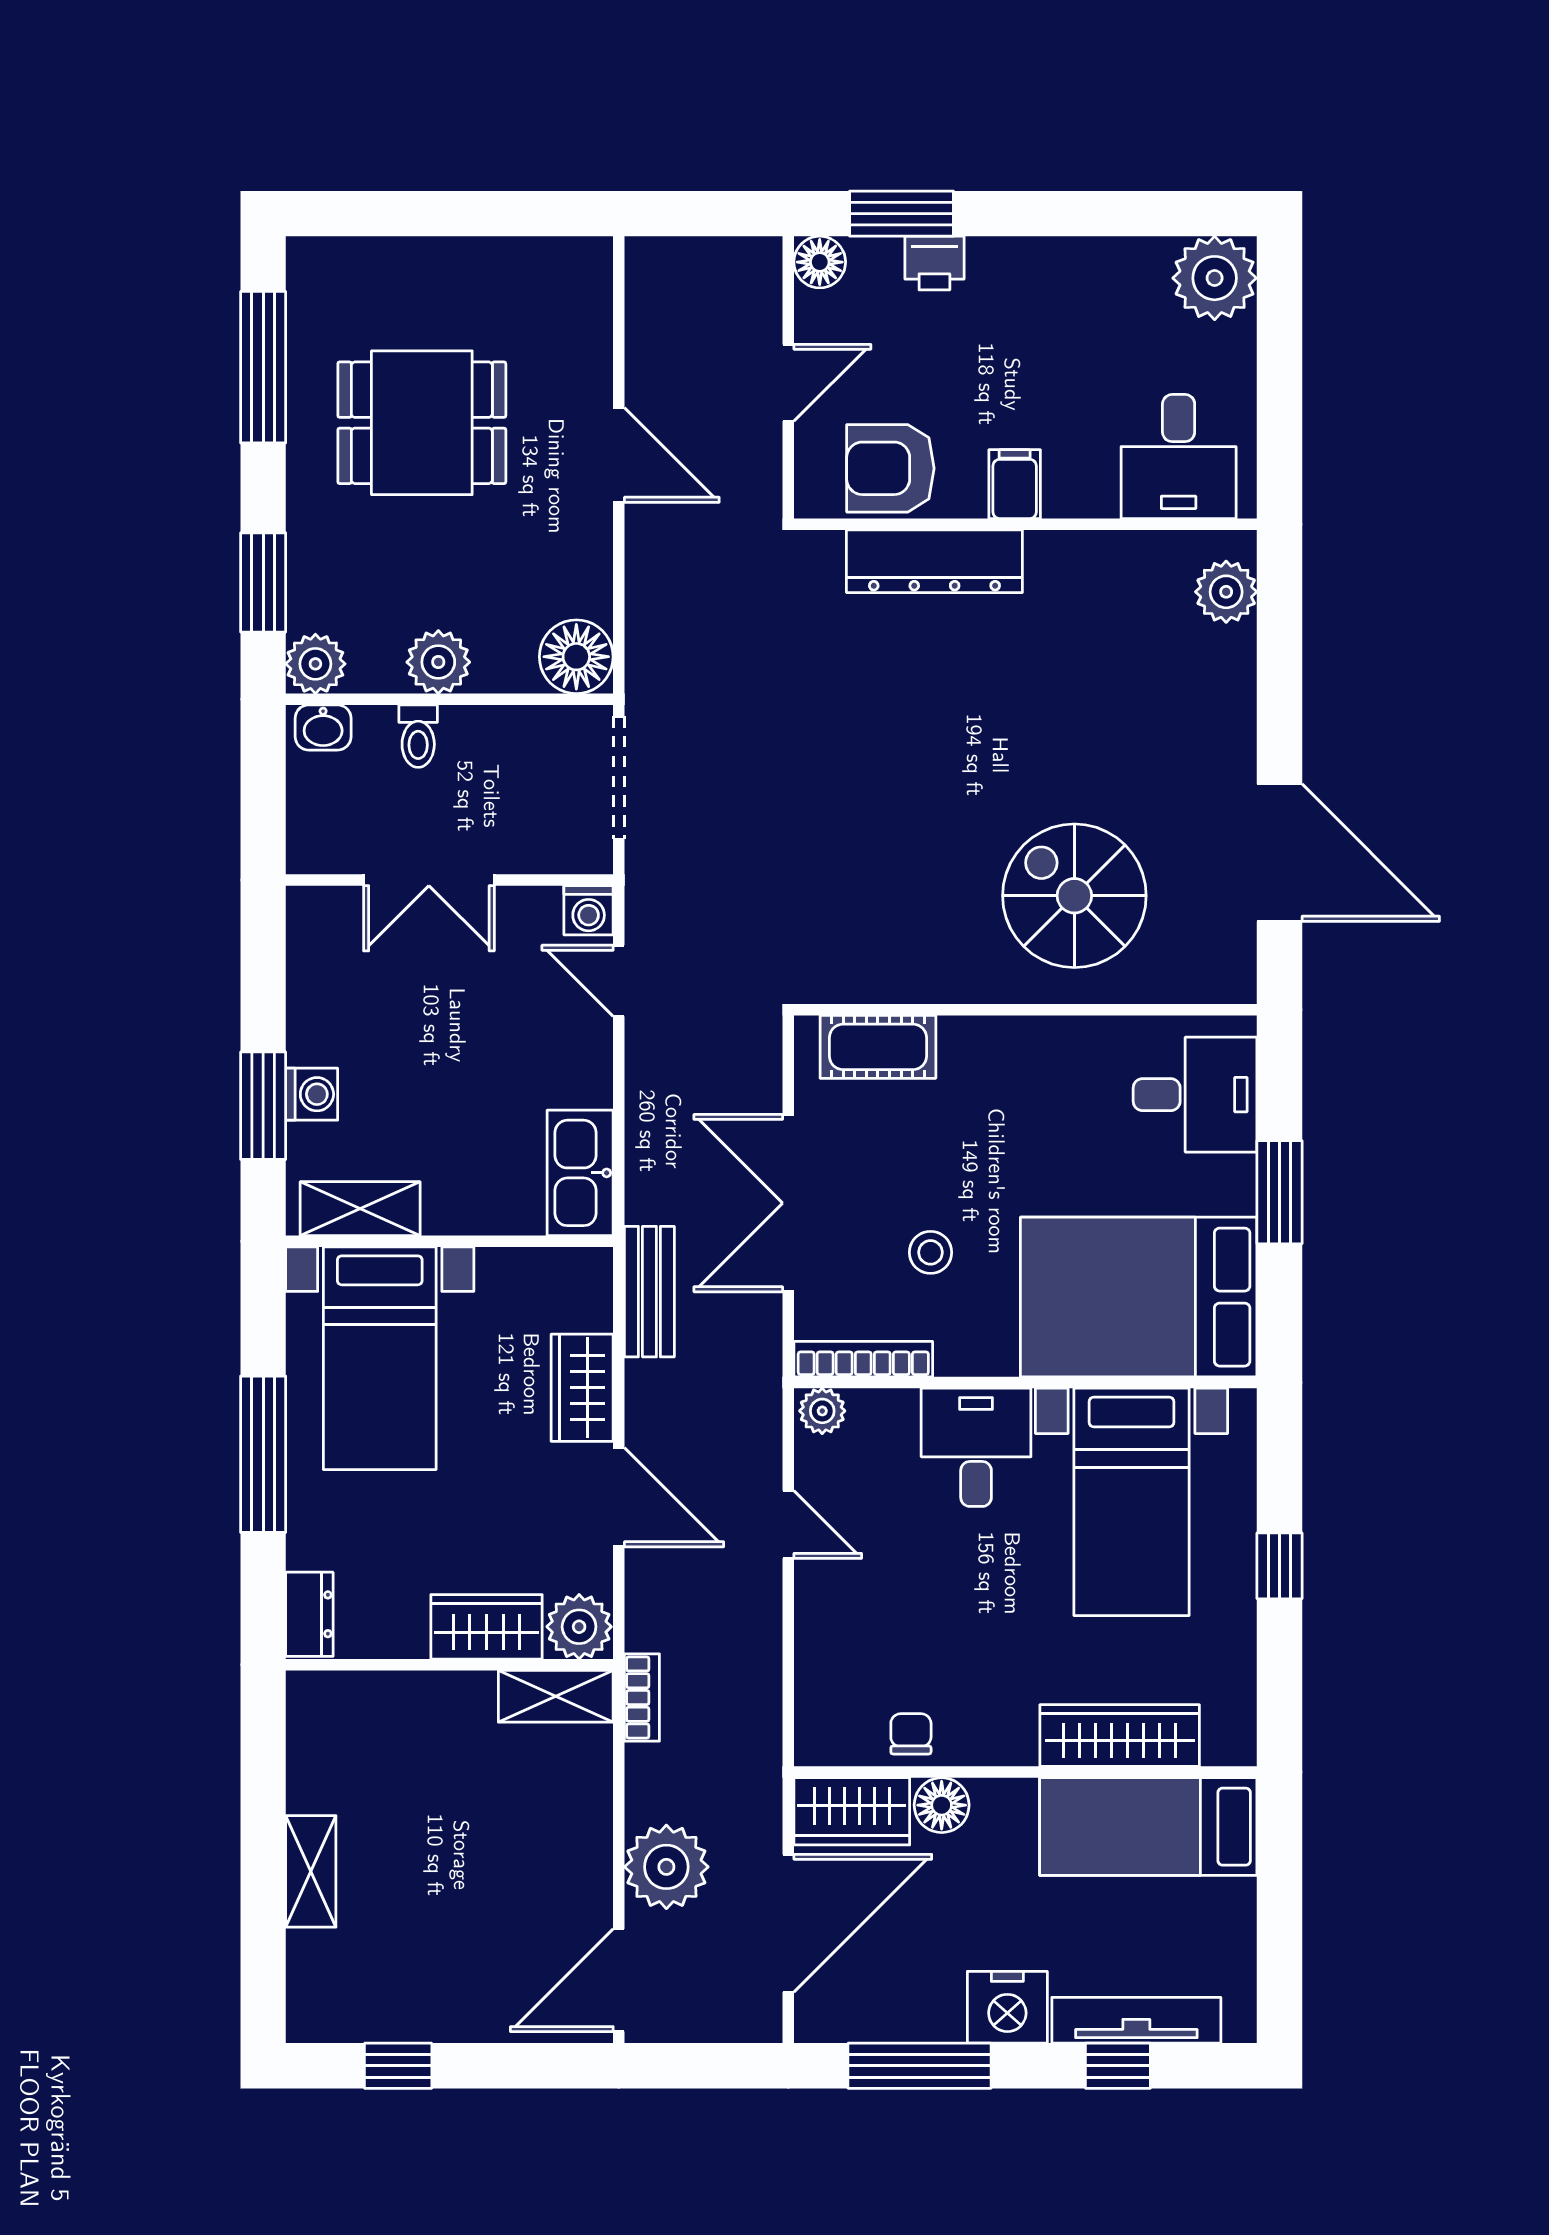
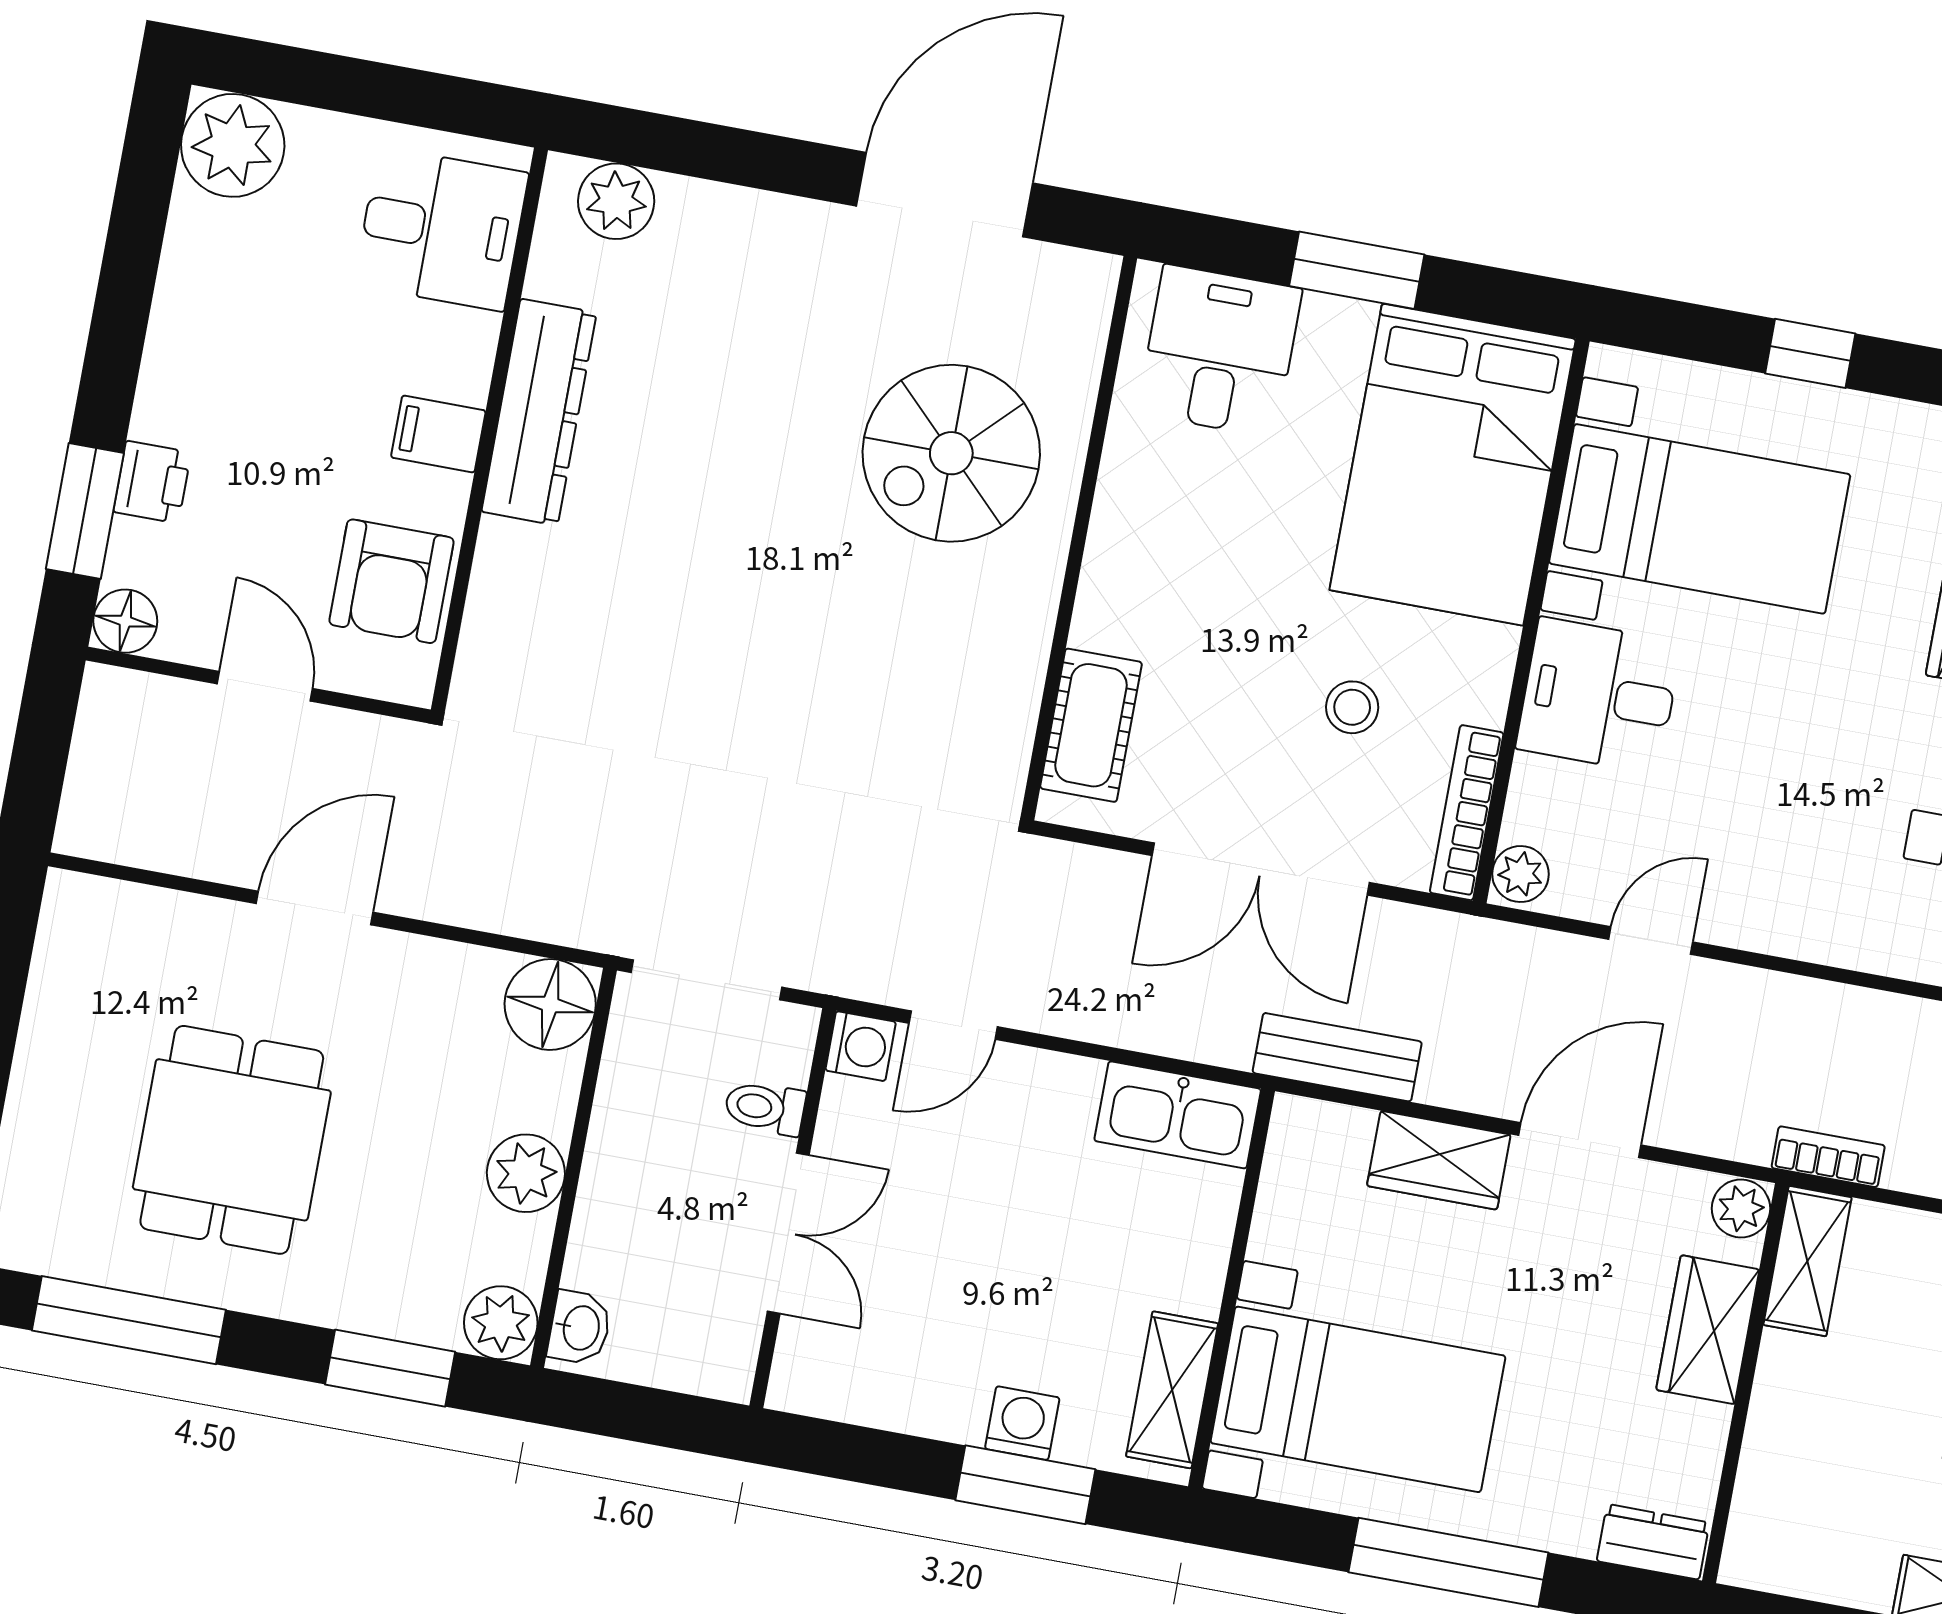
dresser: (934, 561) -> (539, 412), moved
toilet: (418, 736) -> (765, 1108), moved, turned 180
plant: (579, 1627) -> (1741, 1208), width x0.73, depth x0.73

